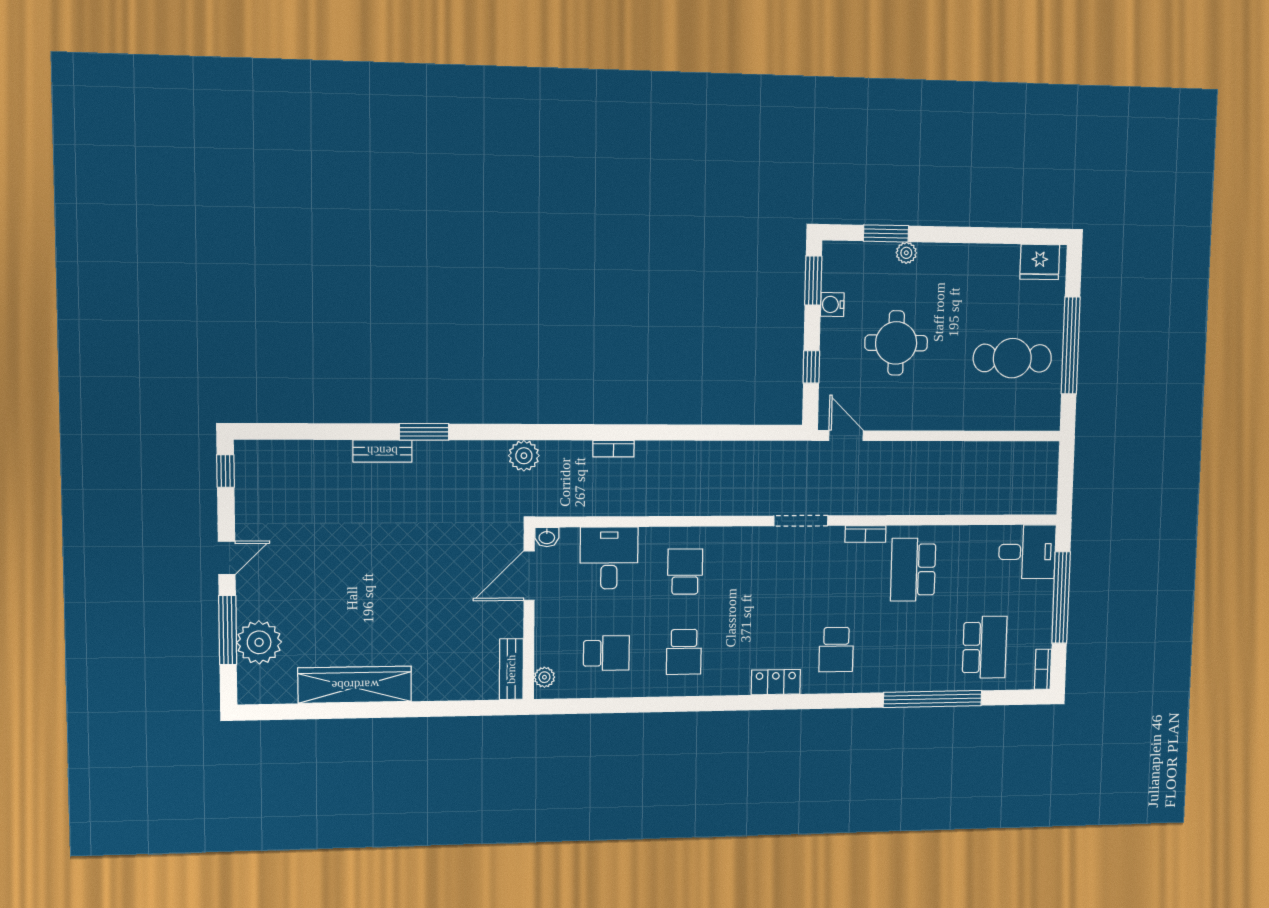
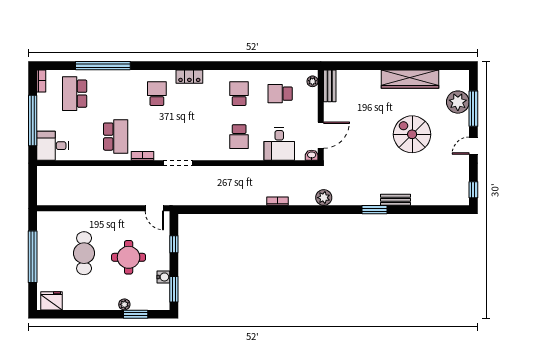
cafe table: (1012, 358) -> (84, 253), moved, turned 90
spiral stairs: (350, 579) -> (412, 134), added

